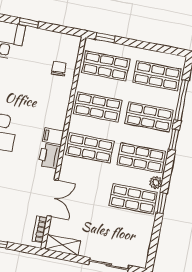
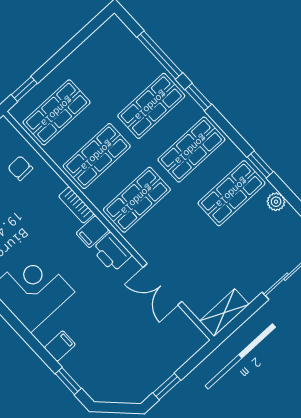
shop shelf: (157, 76) -> (111, 62), removed
plant: (156, 183) -> (276, 202), moved
double door: (53, 198) -> (162, 284), swing flipped
bookcase: (40, 229) -> (76, 205), moved

